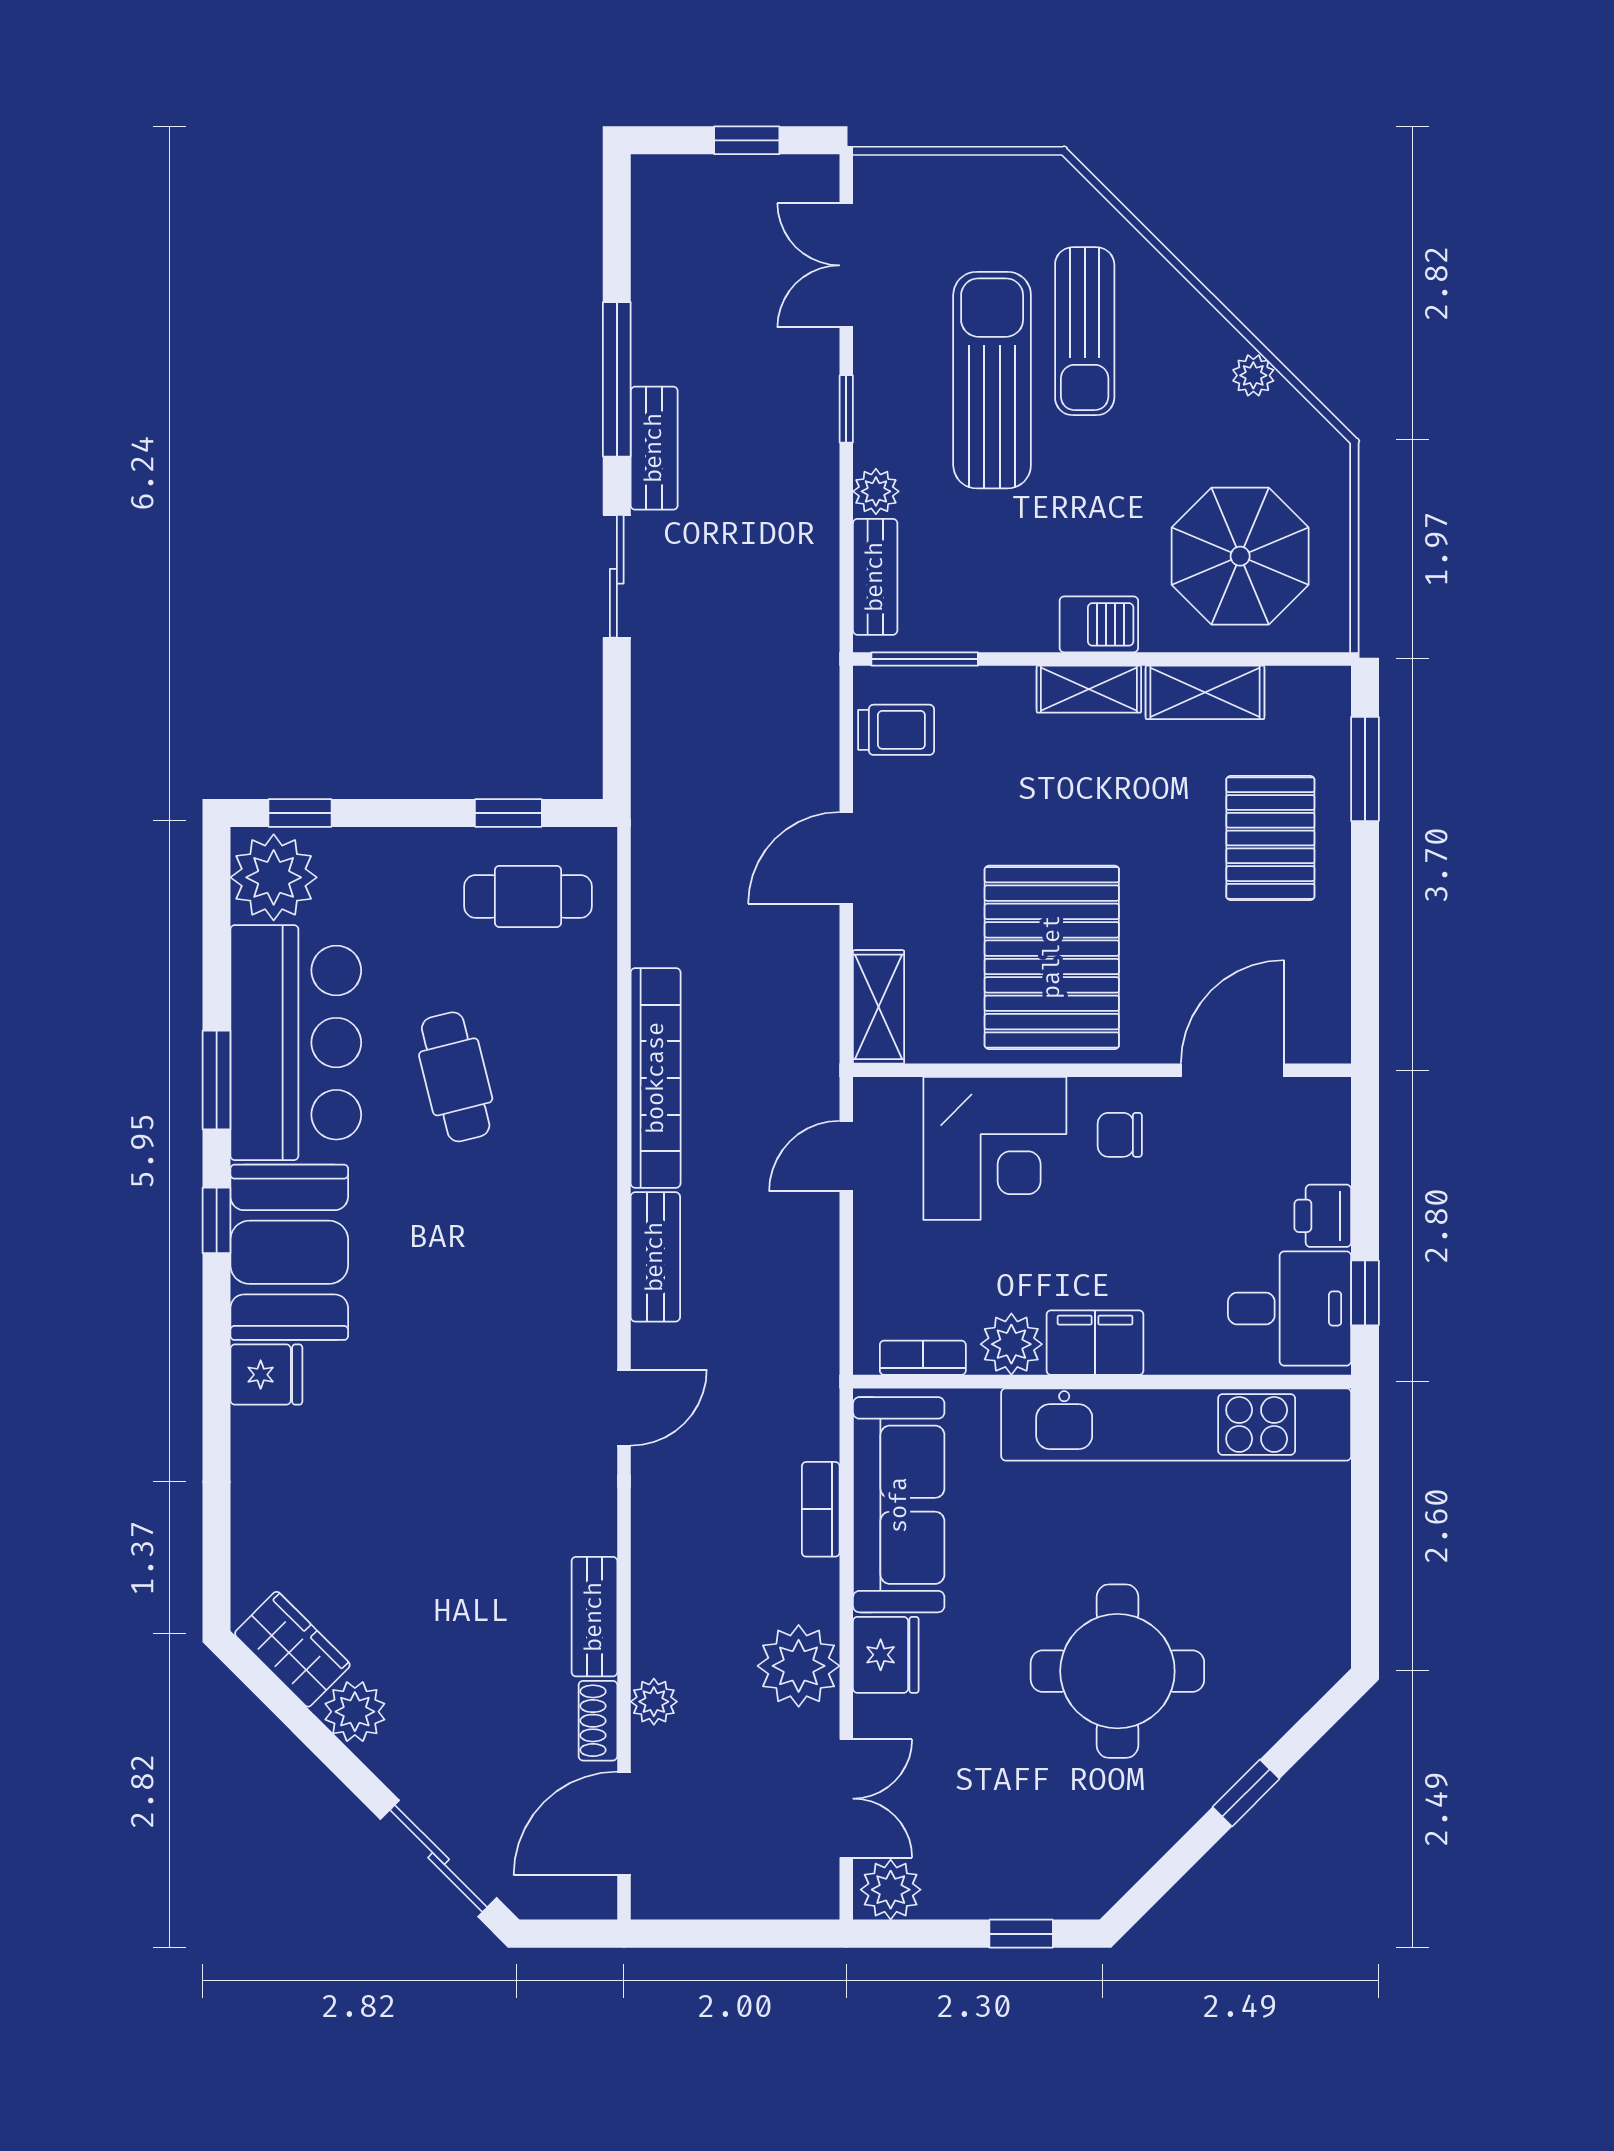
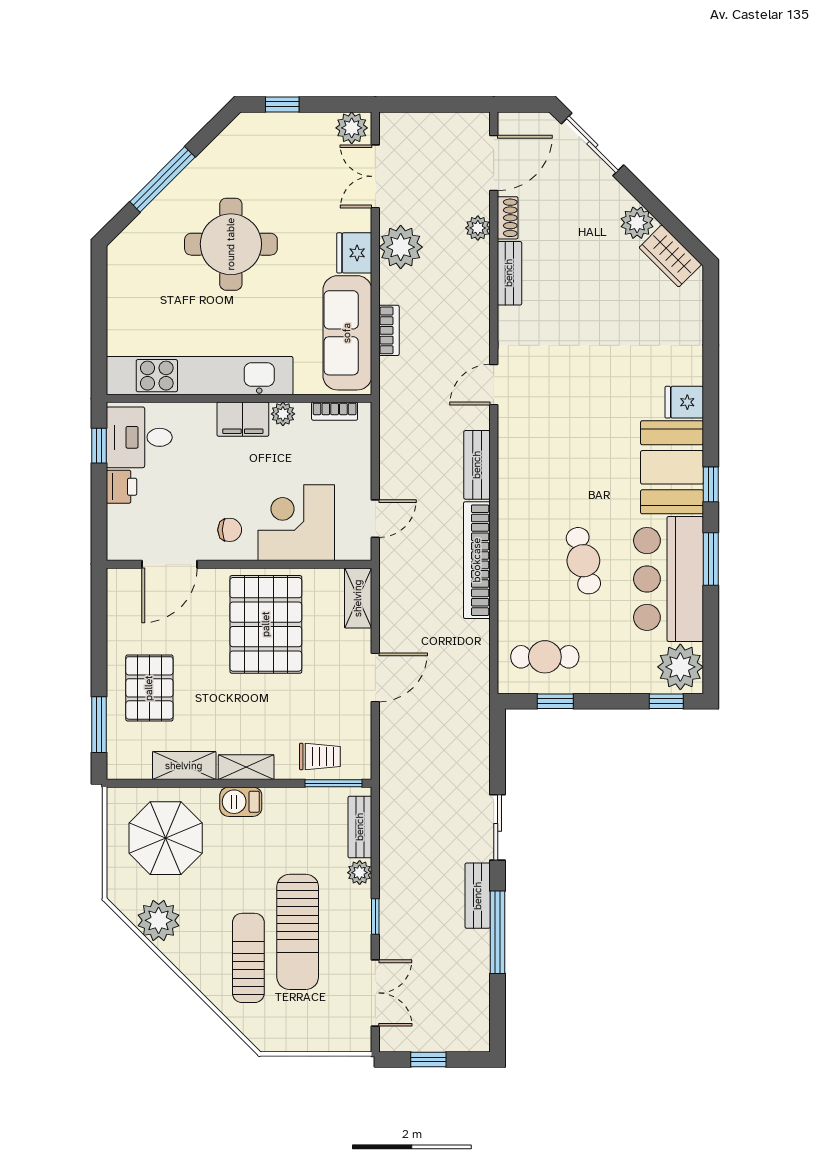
plant: (1253, 375) -> (159, 920), width x1.88, depth x1.88
trolley: (896, 730) -> (320, 756), moved, turned 180
plant: (1011, 1344) -> (283, 414), width x0.73, depth x0.73
window: (1246, 1793) -> (162, 179), width x2.17

